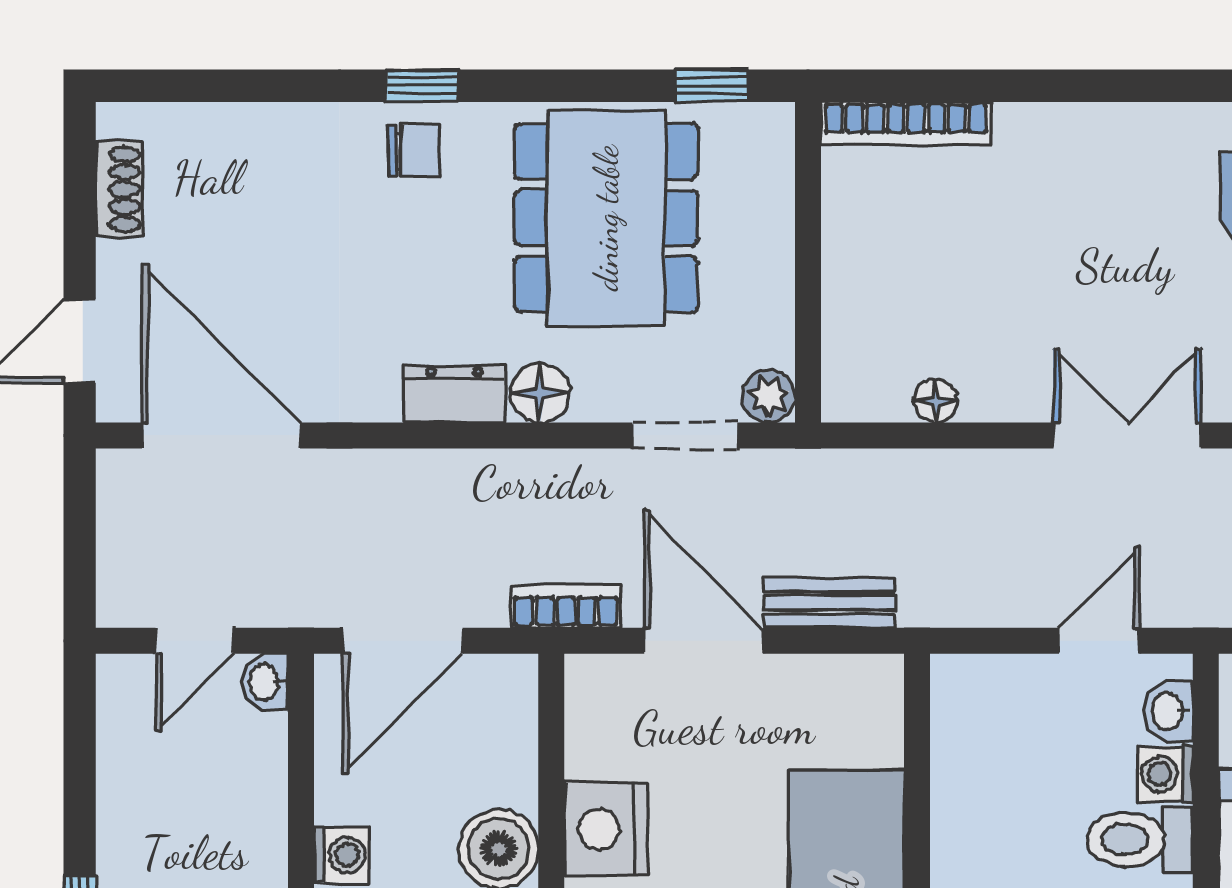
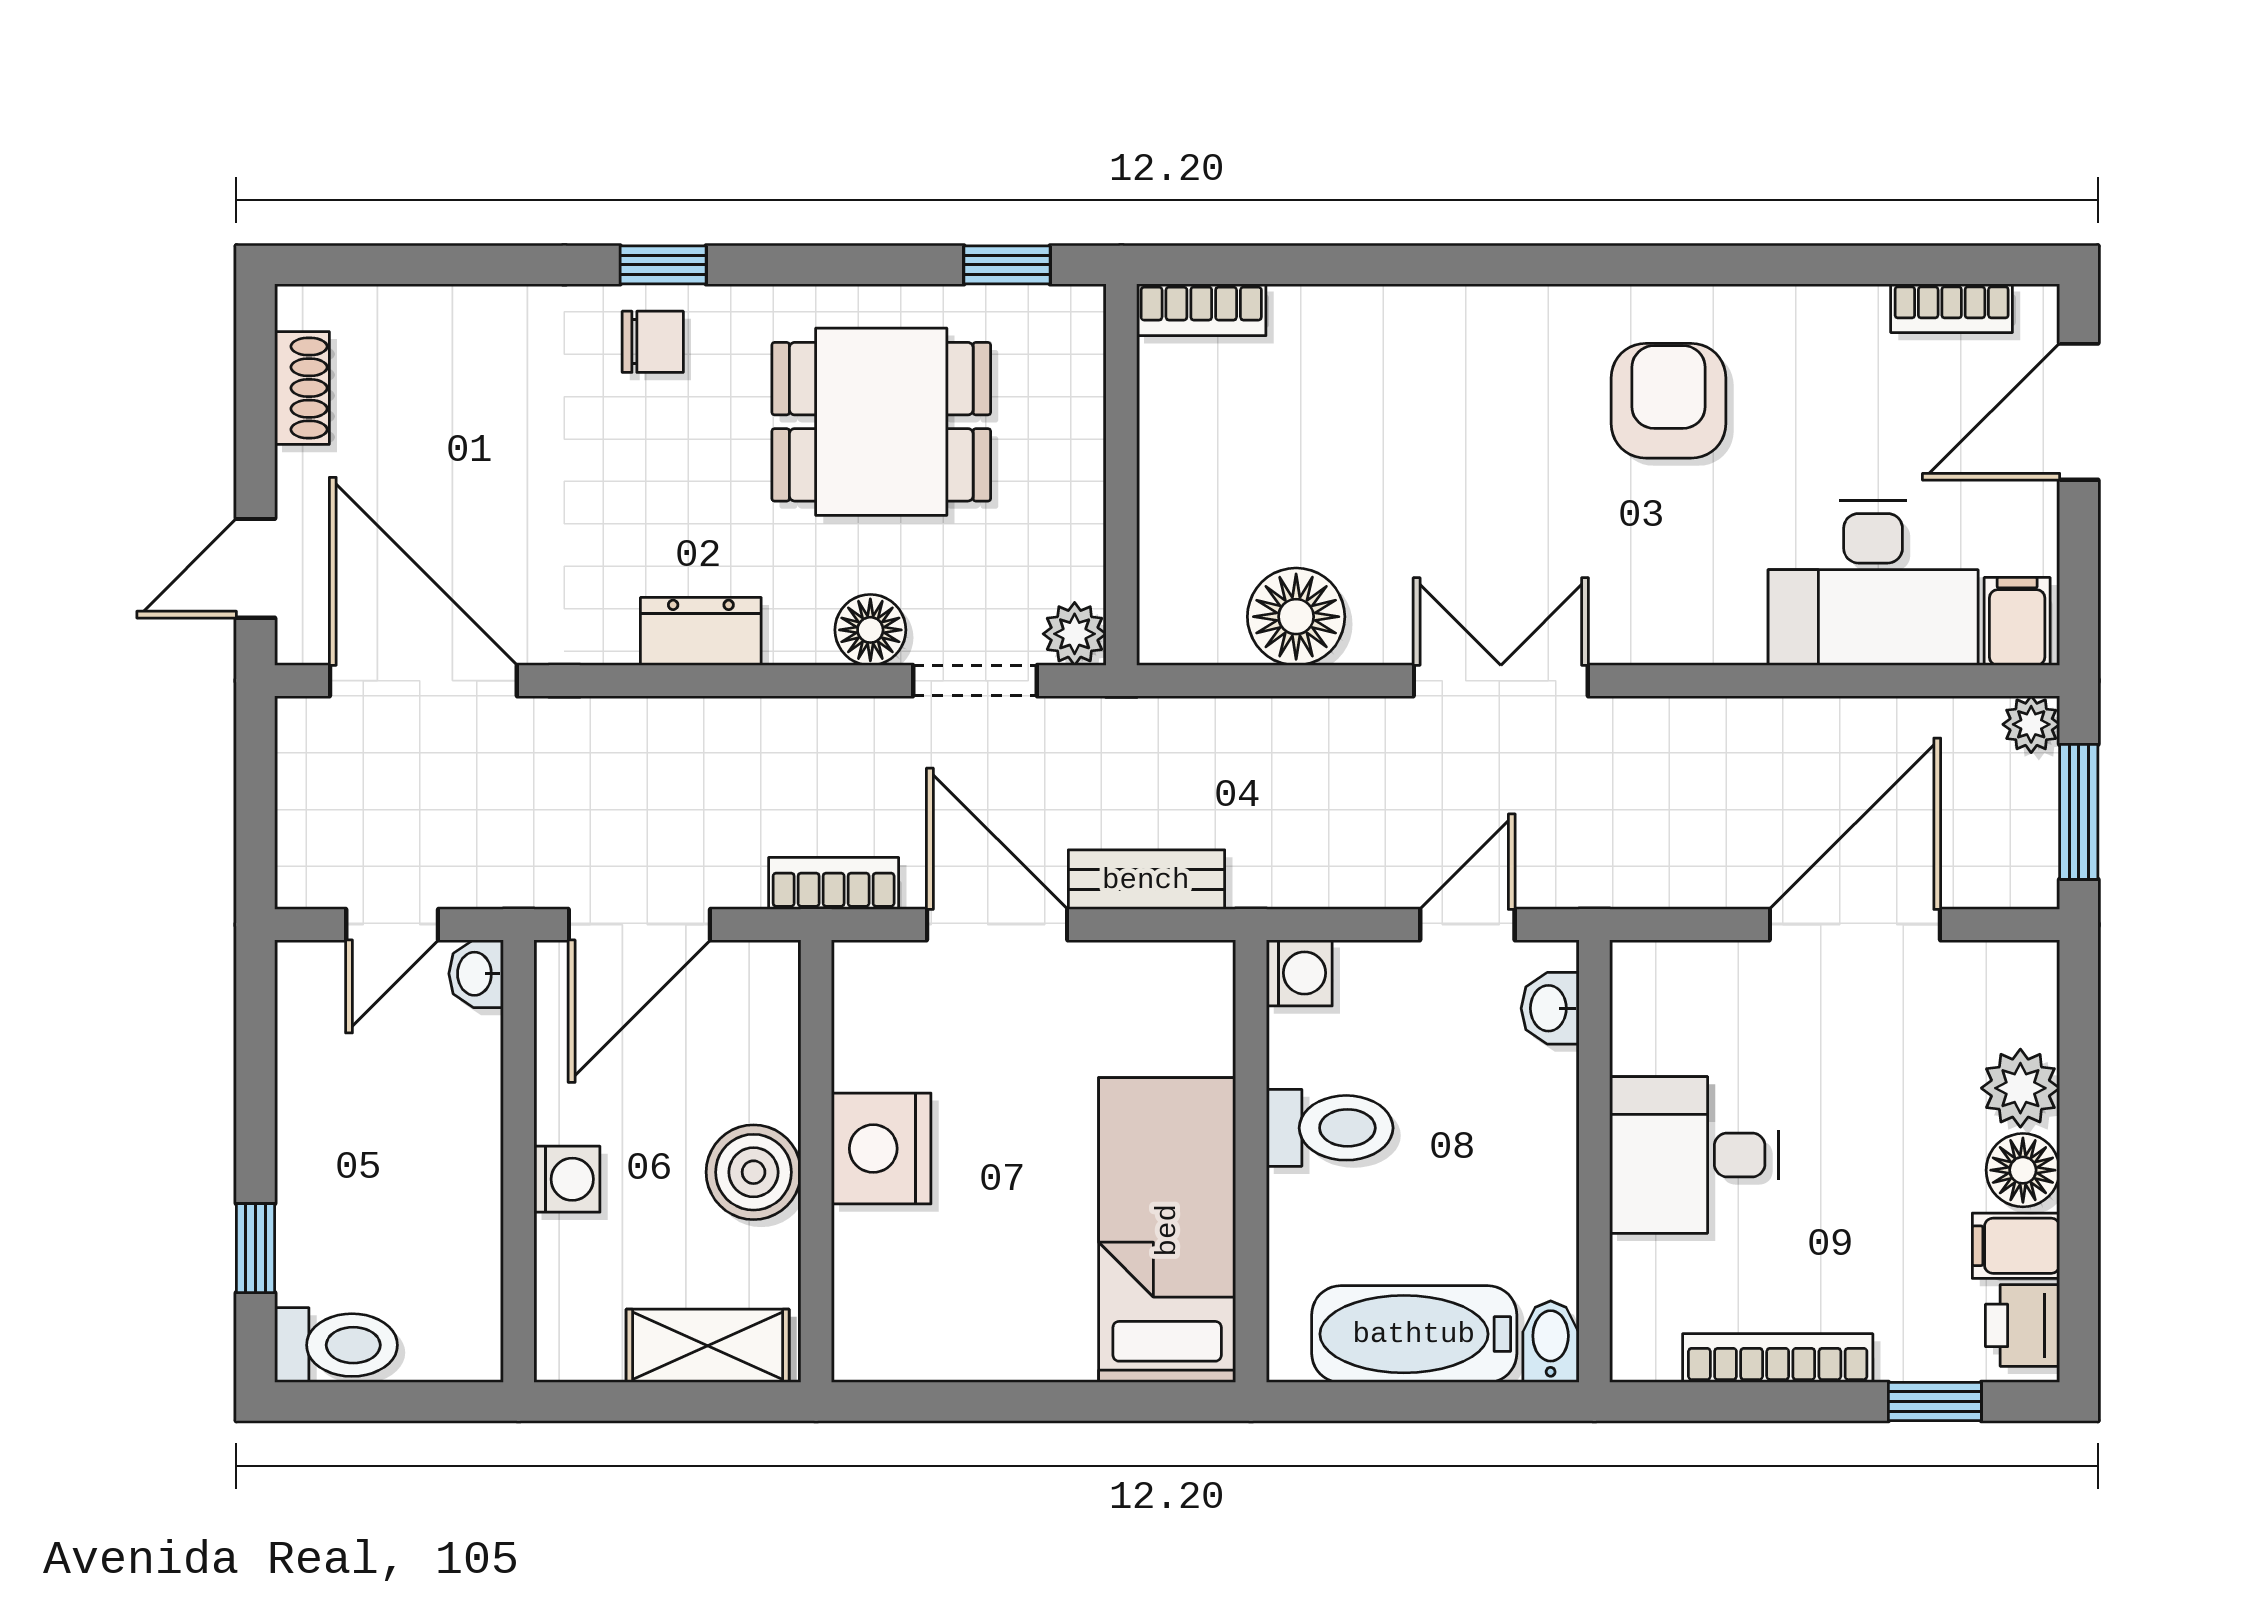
bookcase: (906, 124) -> (1201, 310), width x0.64
dining table: (606, 218) -> (881, 422), width x0.73
floor lamp: (540, 393) -> (870, 630), moved
floor lamp: (936, 401) -> (1296, 617), width x1.89, depth x1.89
washing machine: (1165, 774) -> (1299, 973), moved, turned 180
toilet: (1140, 839) -> (1330, 1128), moved, turned 180

